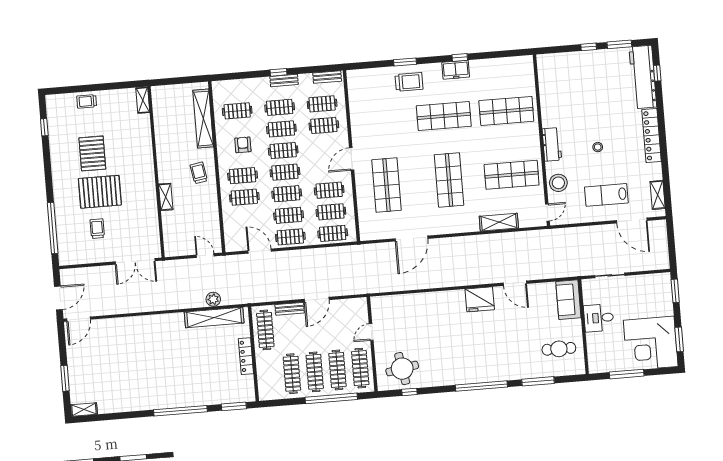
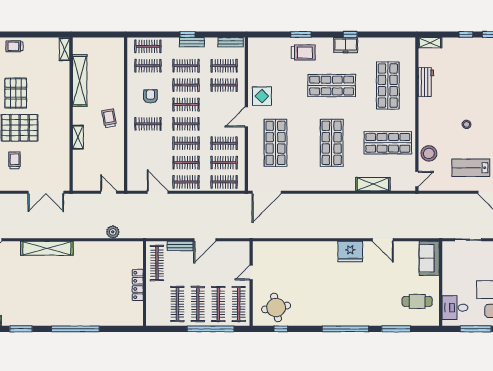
shelving: (549, 59) -> (430, 43), added
shop shelf: (506, 111) -> (388, 86), turned 90
shelving: (203, 119) -> (80, 81), moved
display table: (367, 134) -> (262, 96), added
workbench: (552, 144) -> (426, 82), moved
clothes rail: (244, 197) -> (148, 46), moved
door: (412, 239) -> (267, 192), moved
shelving: (214, 318) -> (47, 248), moved
desk: (599, 318) -> (455, 308), moved
window: (234, 406) -> (21, 329), moved

